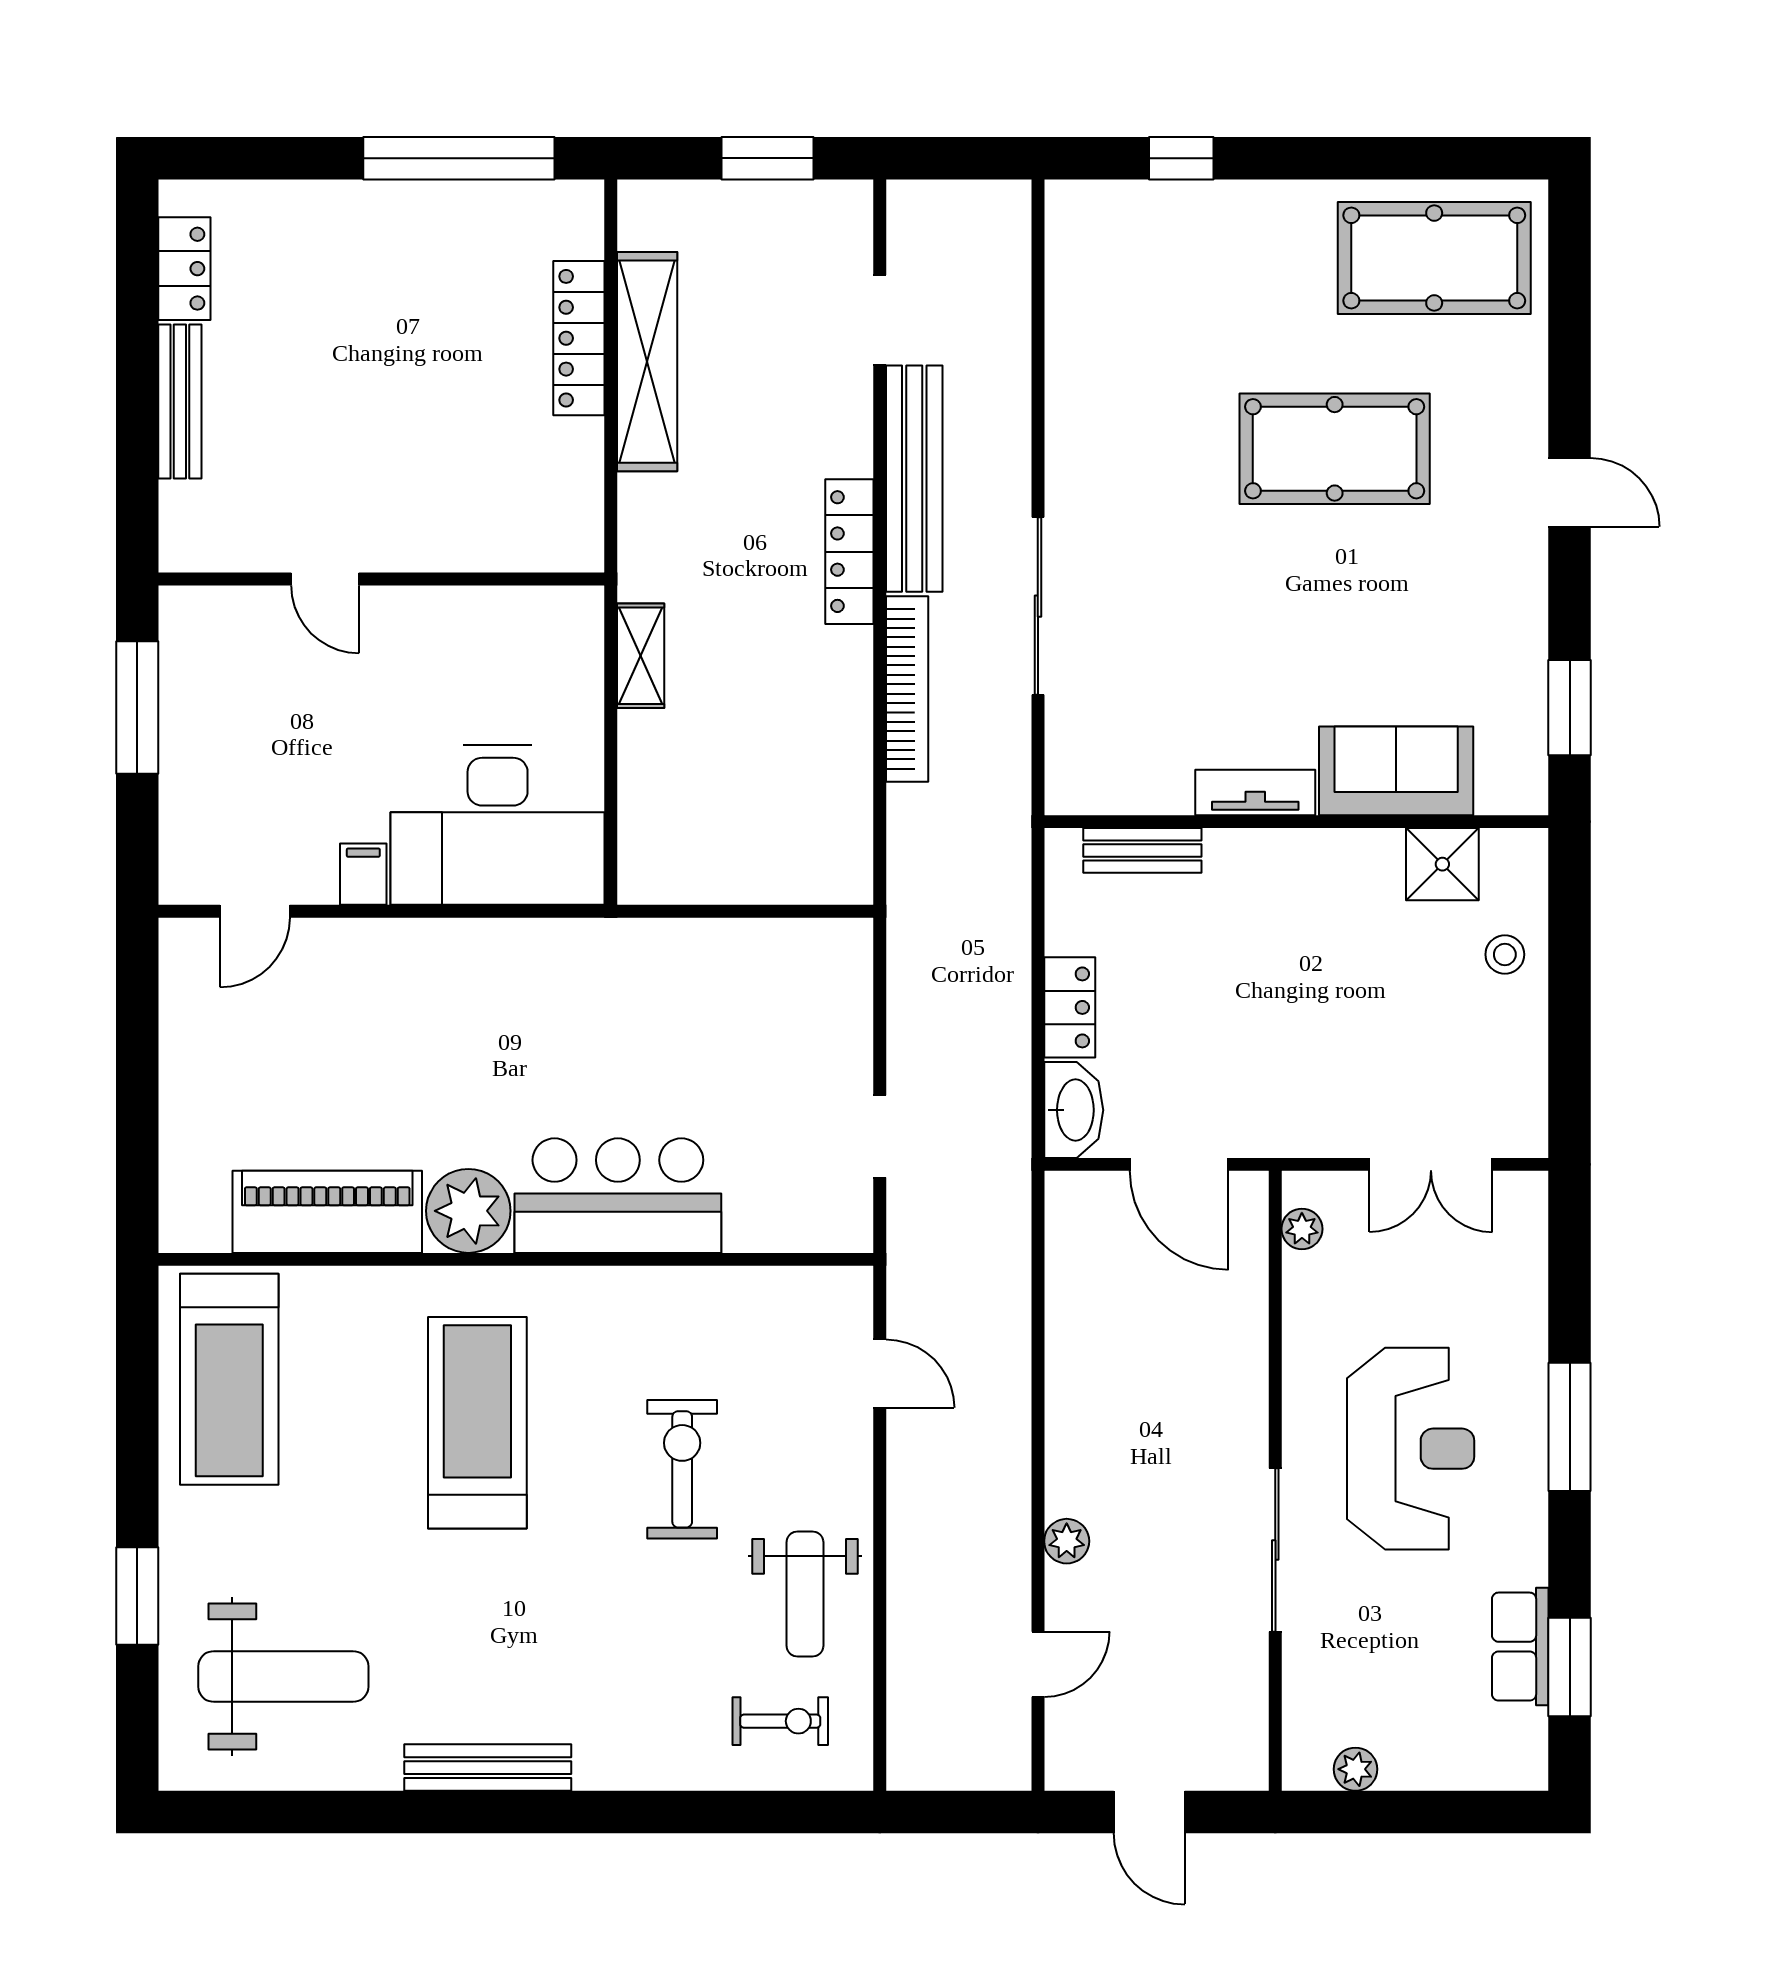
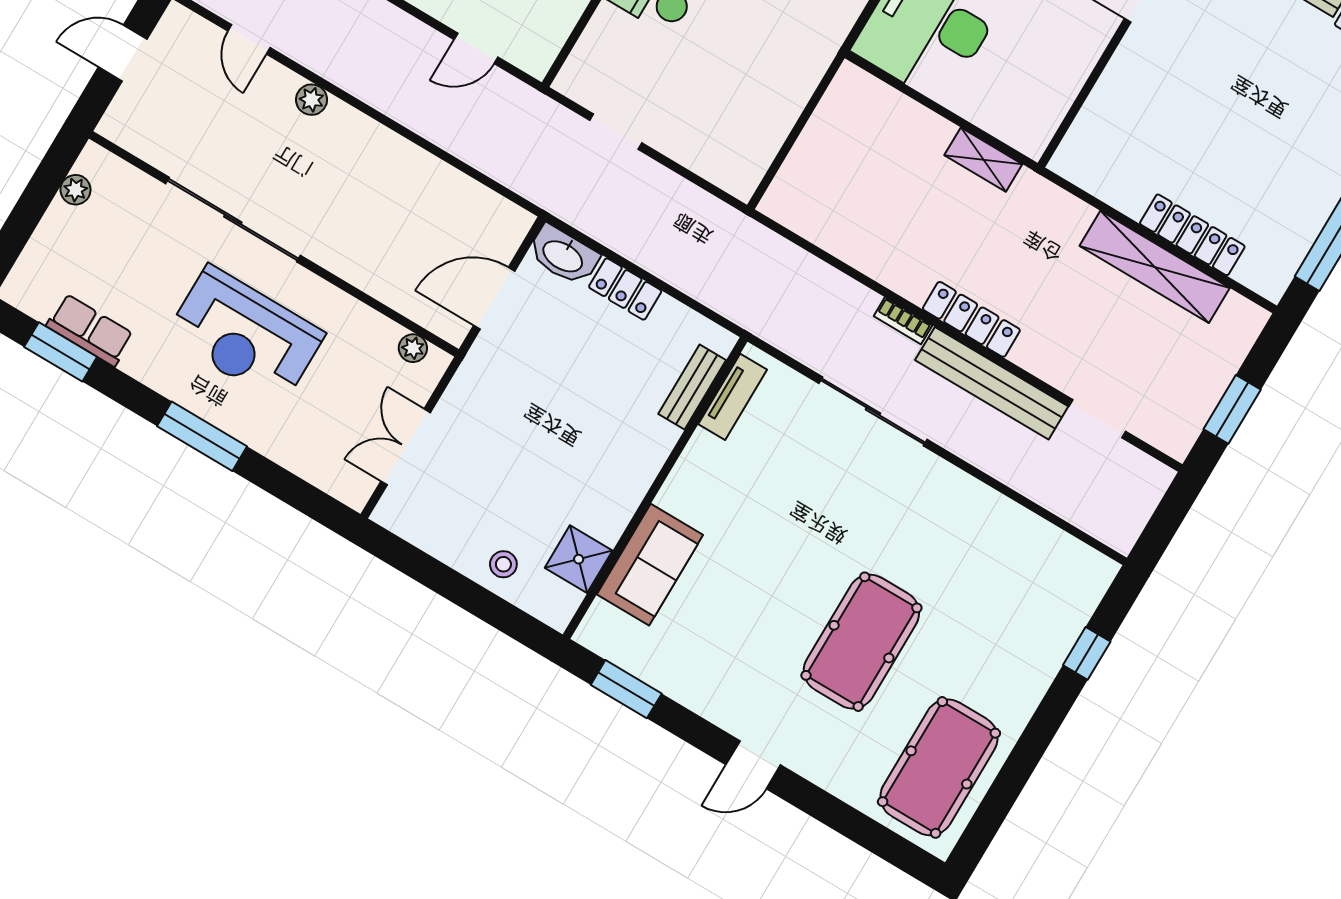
bookcase: (907, 689) -> (903, 321), width x0.43, depth x0.76
tv unit: (1255, 792) -> (733, 397), moved
sliding door: (1275, 1550) -> (233, 220), width x1.36

